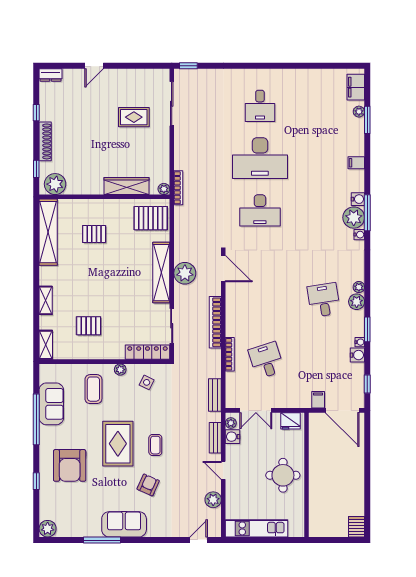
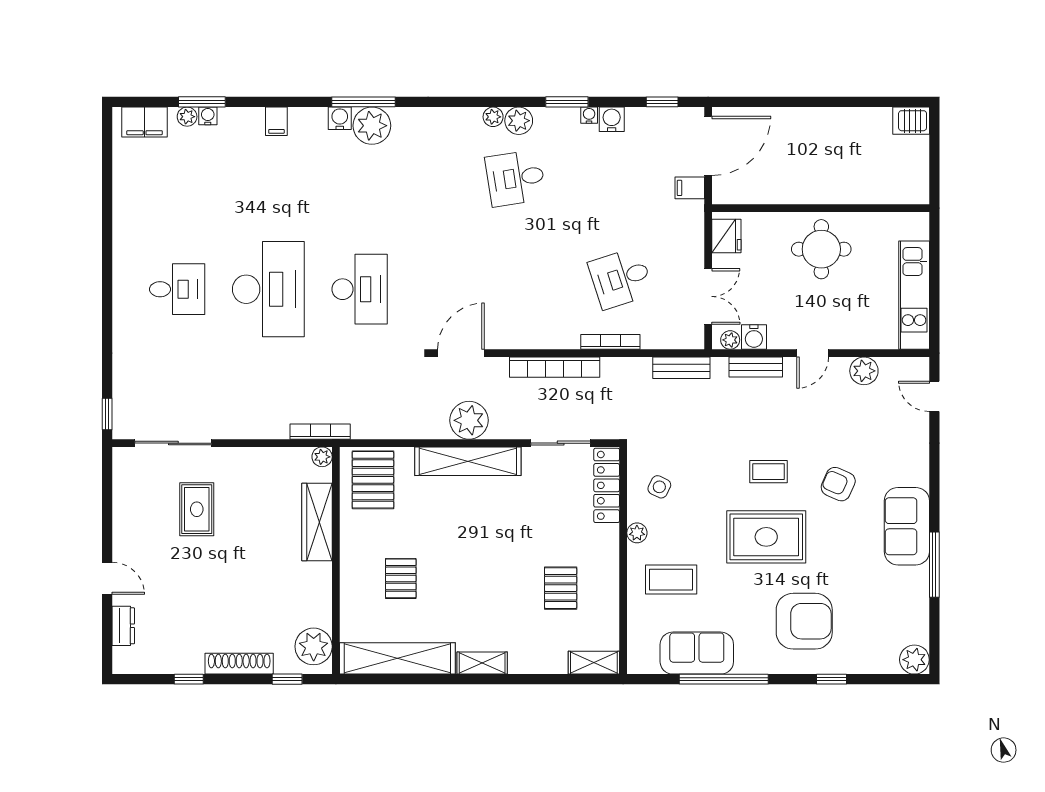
dresser: (50, 75) -> (123, 626), moved
water cooler: (359, 235) -> (208, 116), moved
shelving: (46, 300) -> (482, 663), moved

